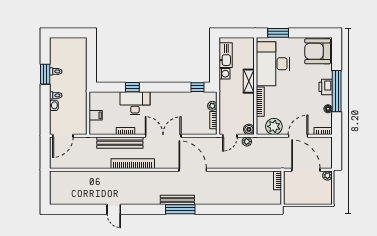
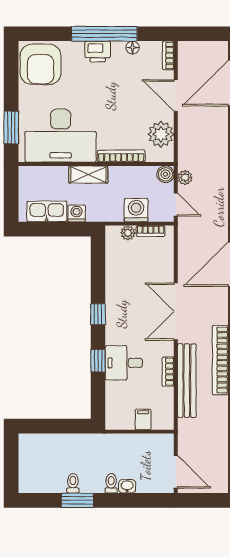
window: (198, 87) -> (98, 314), moved
desk: (135, 103) -> (124, 363), width x0.73
washing machine: (226, 111) -> (136, 210), added

